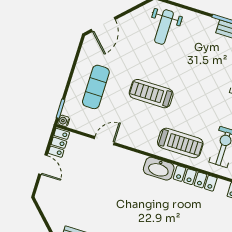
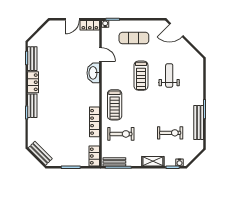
weight bench: (164, 27) -> (169, 75), moved, turned 90
treadmill: (151, 94) -> (141, 76), turned 180
washbasin: (159, 169) -> (93, 73), moved

